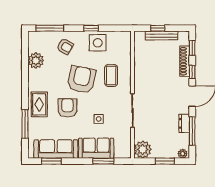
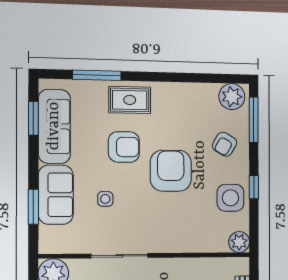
plant: (125, 37) -> (239, 242), added
plant: (36, 60) -> (232, 97), moved
coffee table: (111, 75) -> (178, 220), removed
armchair: (81, 80) -> (171, 171), turned -102

